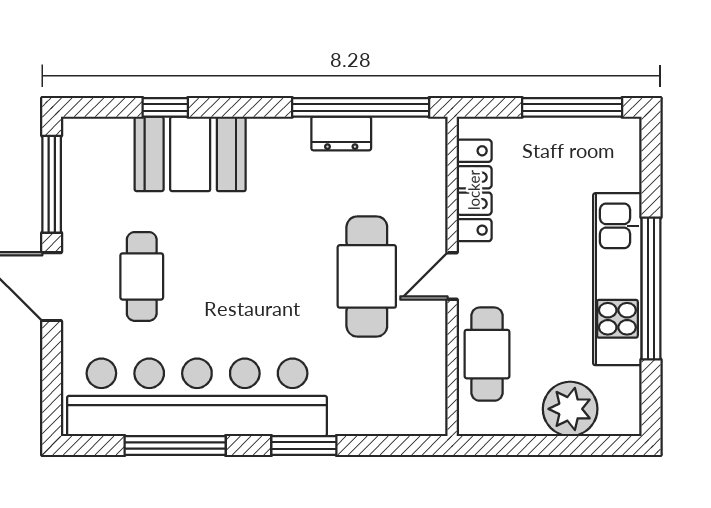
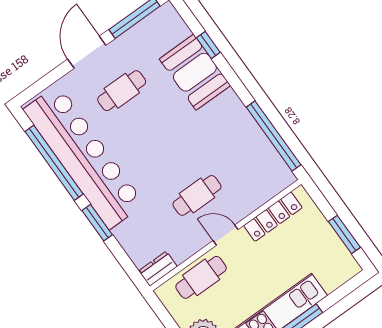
window: (572, 107) -> (344, 234), width x0.69
dresser: (341, 134) -> (158, 269), moved, turned 90
cafe table: (367, 276) -> (197, 195), width x0.73, depth x0.74
window: (175, 446) -> (54, 163), width x1.46

